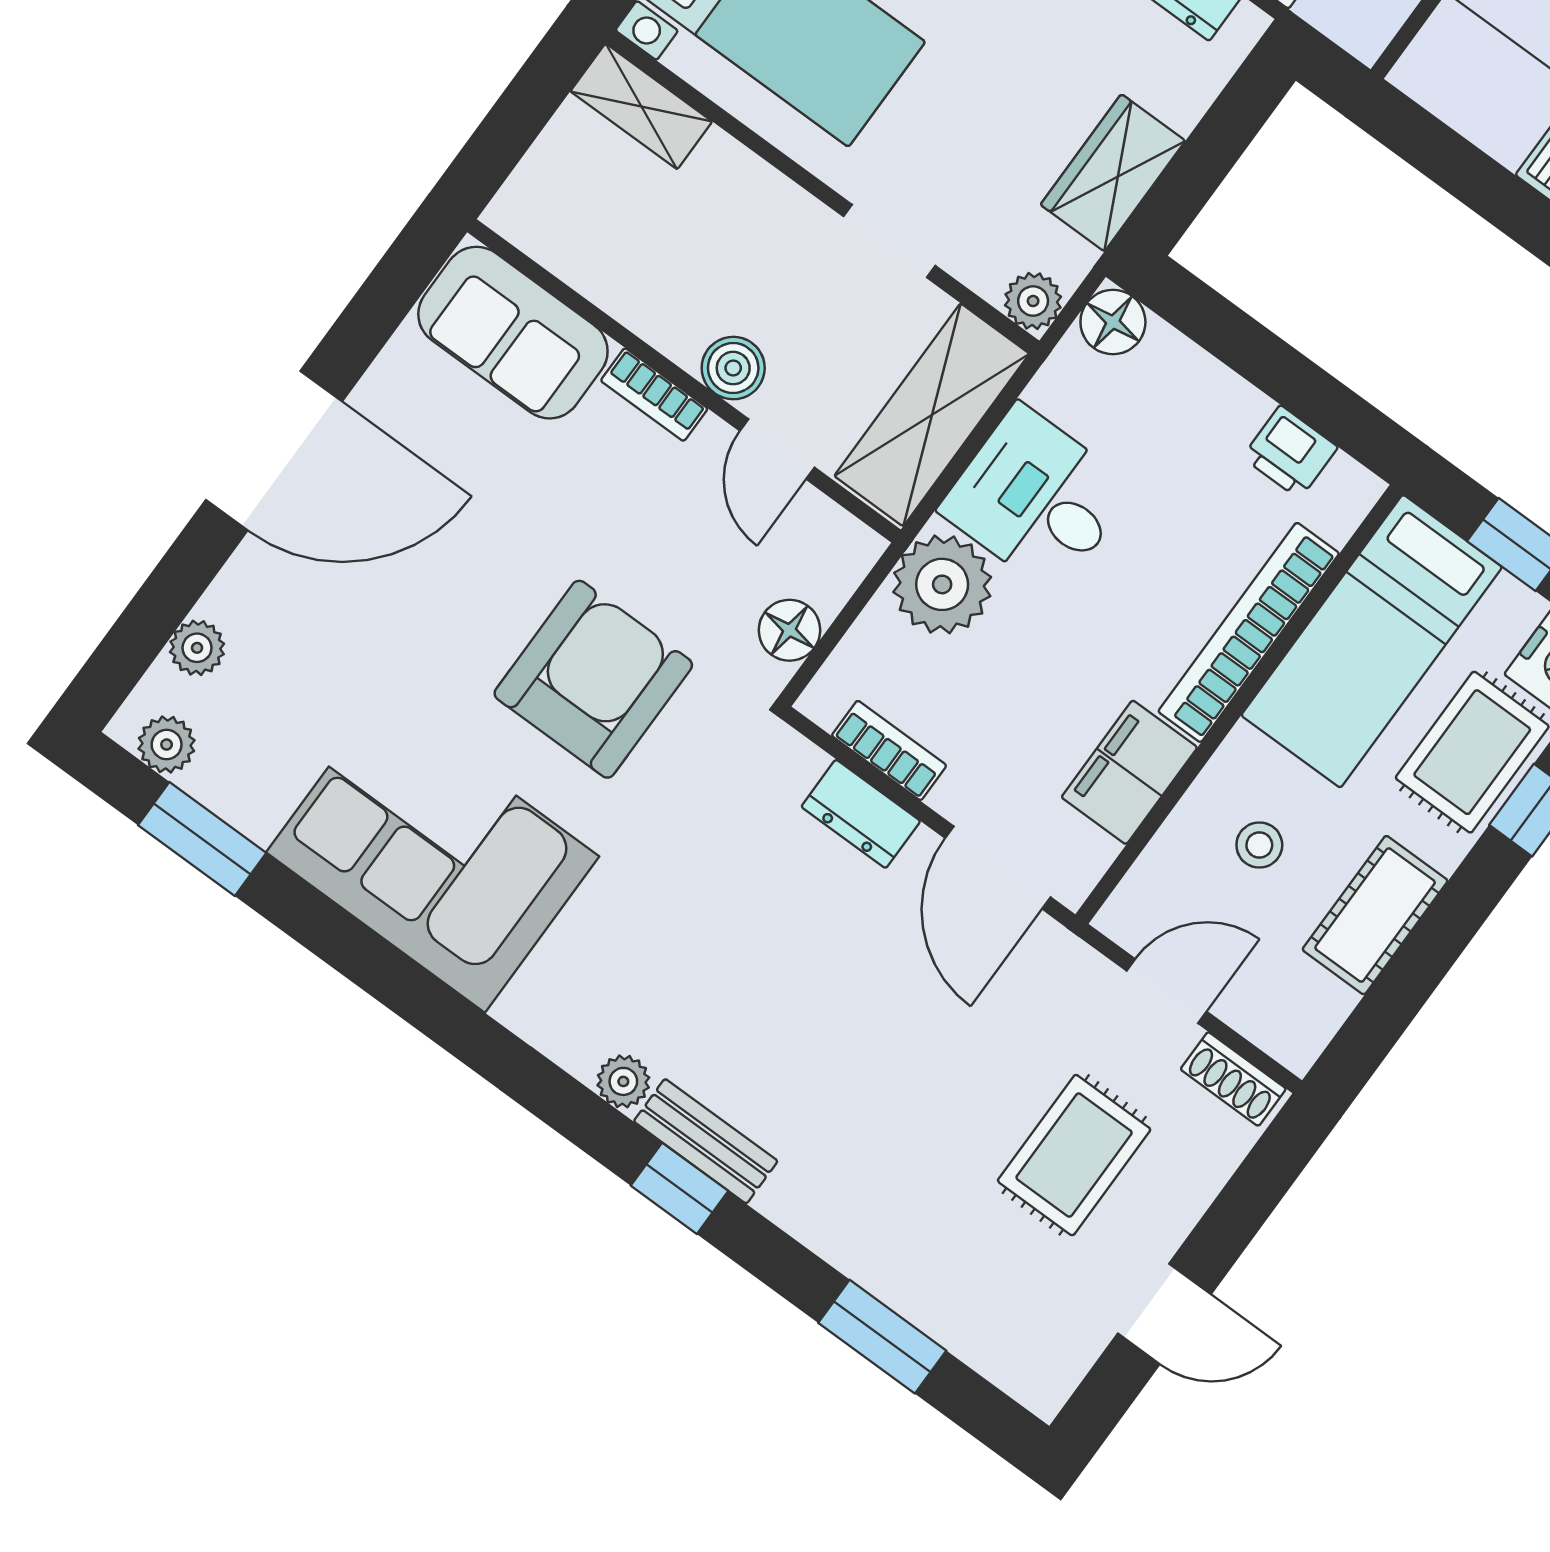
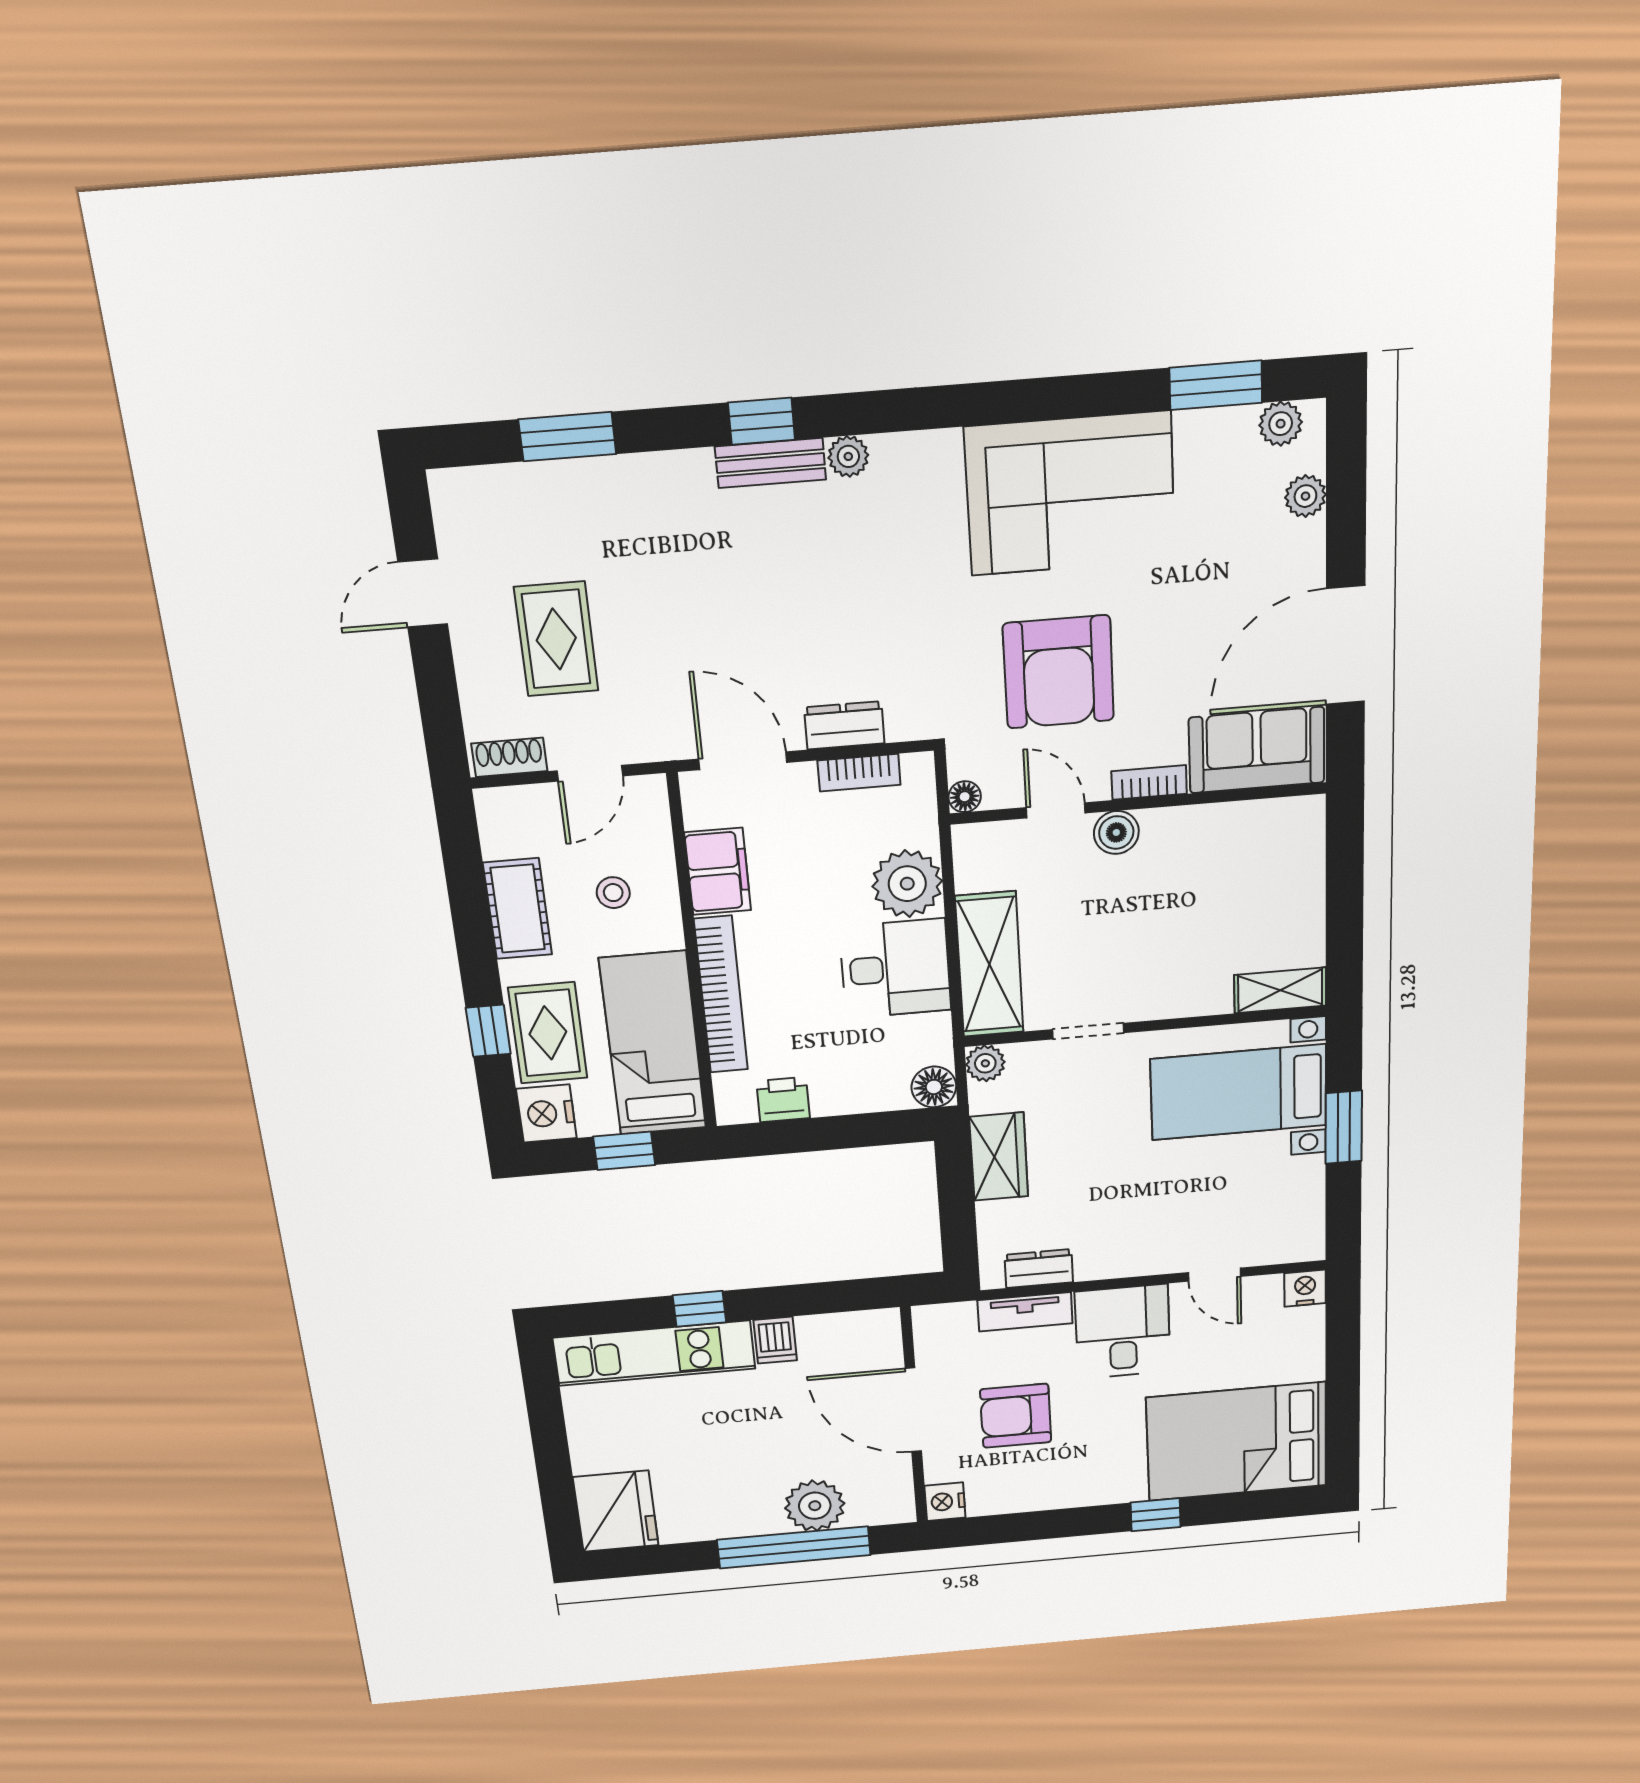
sofa: (513, 333) -> (1257, 750), moved
boiler: (733, 368) -> (1116, 832), moved
wall: (684, 381) -> (1138, 803), moved
bookcase: (654, 395) -> (1149, 782), moved
door: (777, 449) -> (1056, 810), moved
floor lamp: (789, 630) -> (965, 797), width x0.73, depth x0.73

